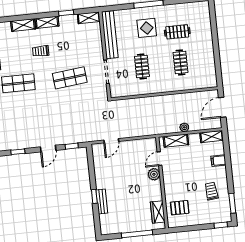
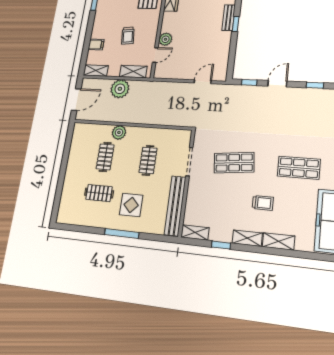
plant: (174, 85) -> (119, 132), added
plant: (184, 127) -> (120, 89), width x1.88, depth x1.88
trolley: (211, 191) -> (128, 36), moved

